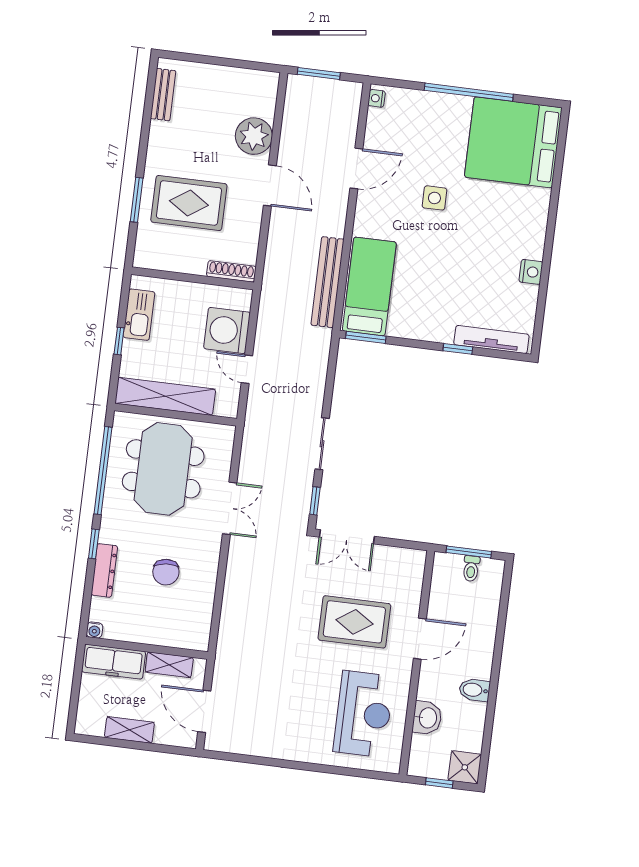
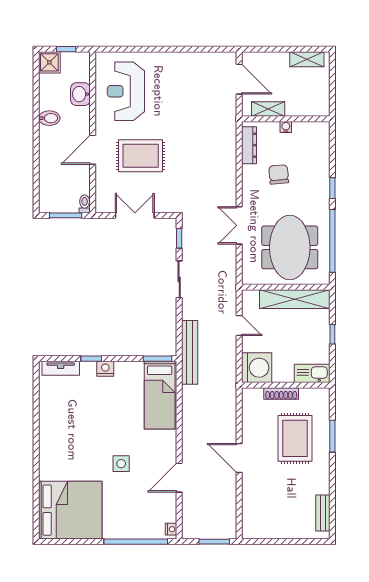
window: (469, 92) -> (136, 542), moved
plant: (254, 136) -> (255, 492), removed
rug: (189, 203) -> (295, 438), turned 90
shoe rack: (231, 271) -> (281, 394), moved
nightstand: (531, 272) -> (105, 369), moved, turned 90
bench: (327, 282) -> (190, 352), moved
kitchen sink: (139, 315) -> (312, 373), moved, turned 90
washing machine: (227, 330) -> (257, 368), moved
tv unit: (491, 340) -> (61, 368), width x0.71
double door: (347, 537) -> (135, 215), moved
toilet: (471, 569) -> (85, 204), moved
dresser: (104, 570) -> (249, 145), moved, turned 180
water cooler: (94, 630) -> (286, 127), moved
freezer: (114, 662) -> (308, 106), removed
shelving: (129, 730) -> (307, 59), moved

